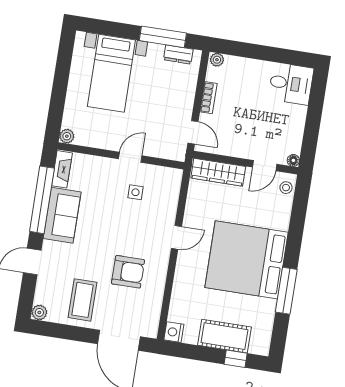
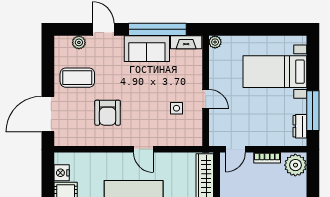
plant: (217, 60) -> (295, 165), width x1.88, depth x1.88
plant: (39, 312) -> (79, 42), moved
nightstand: (174, 332) -> (62, 173), moved, turned -90

